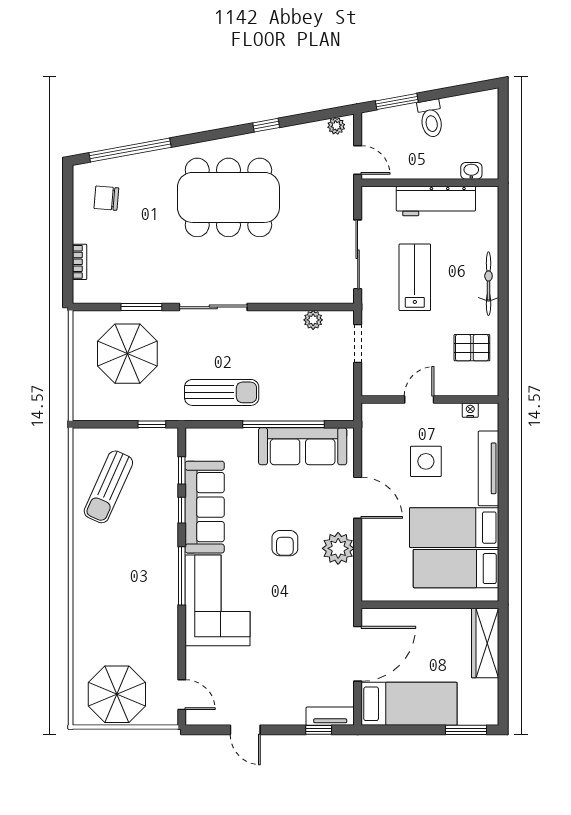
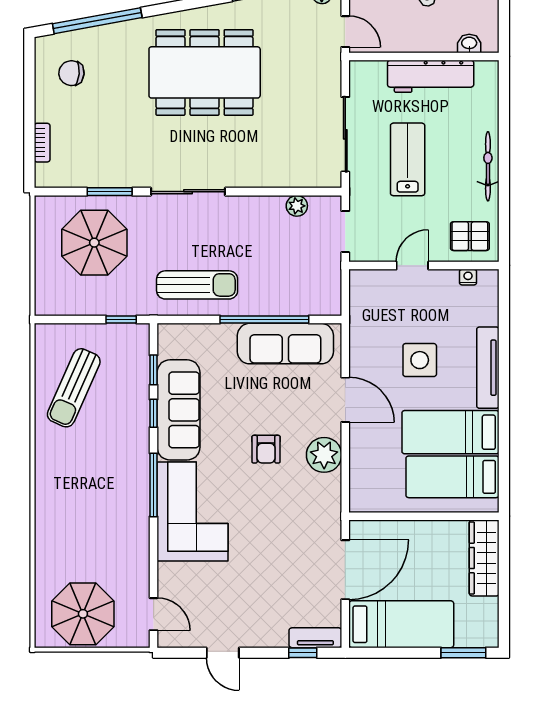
door: (419, 399) -> (412, 265), moved
wall: (430, 399) -> (424, 265), moved
nightstand: (470, 410) -> (468, 277), moved

